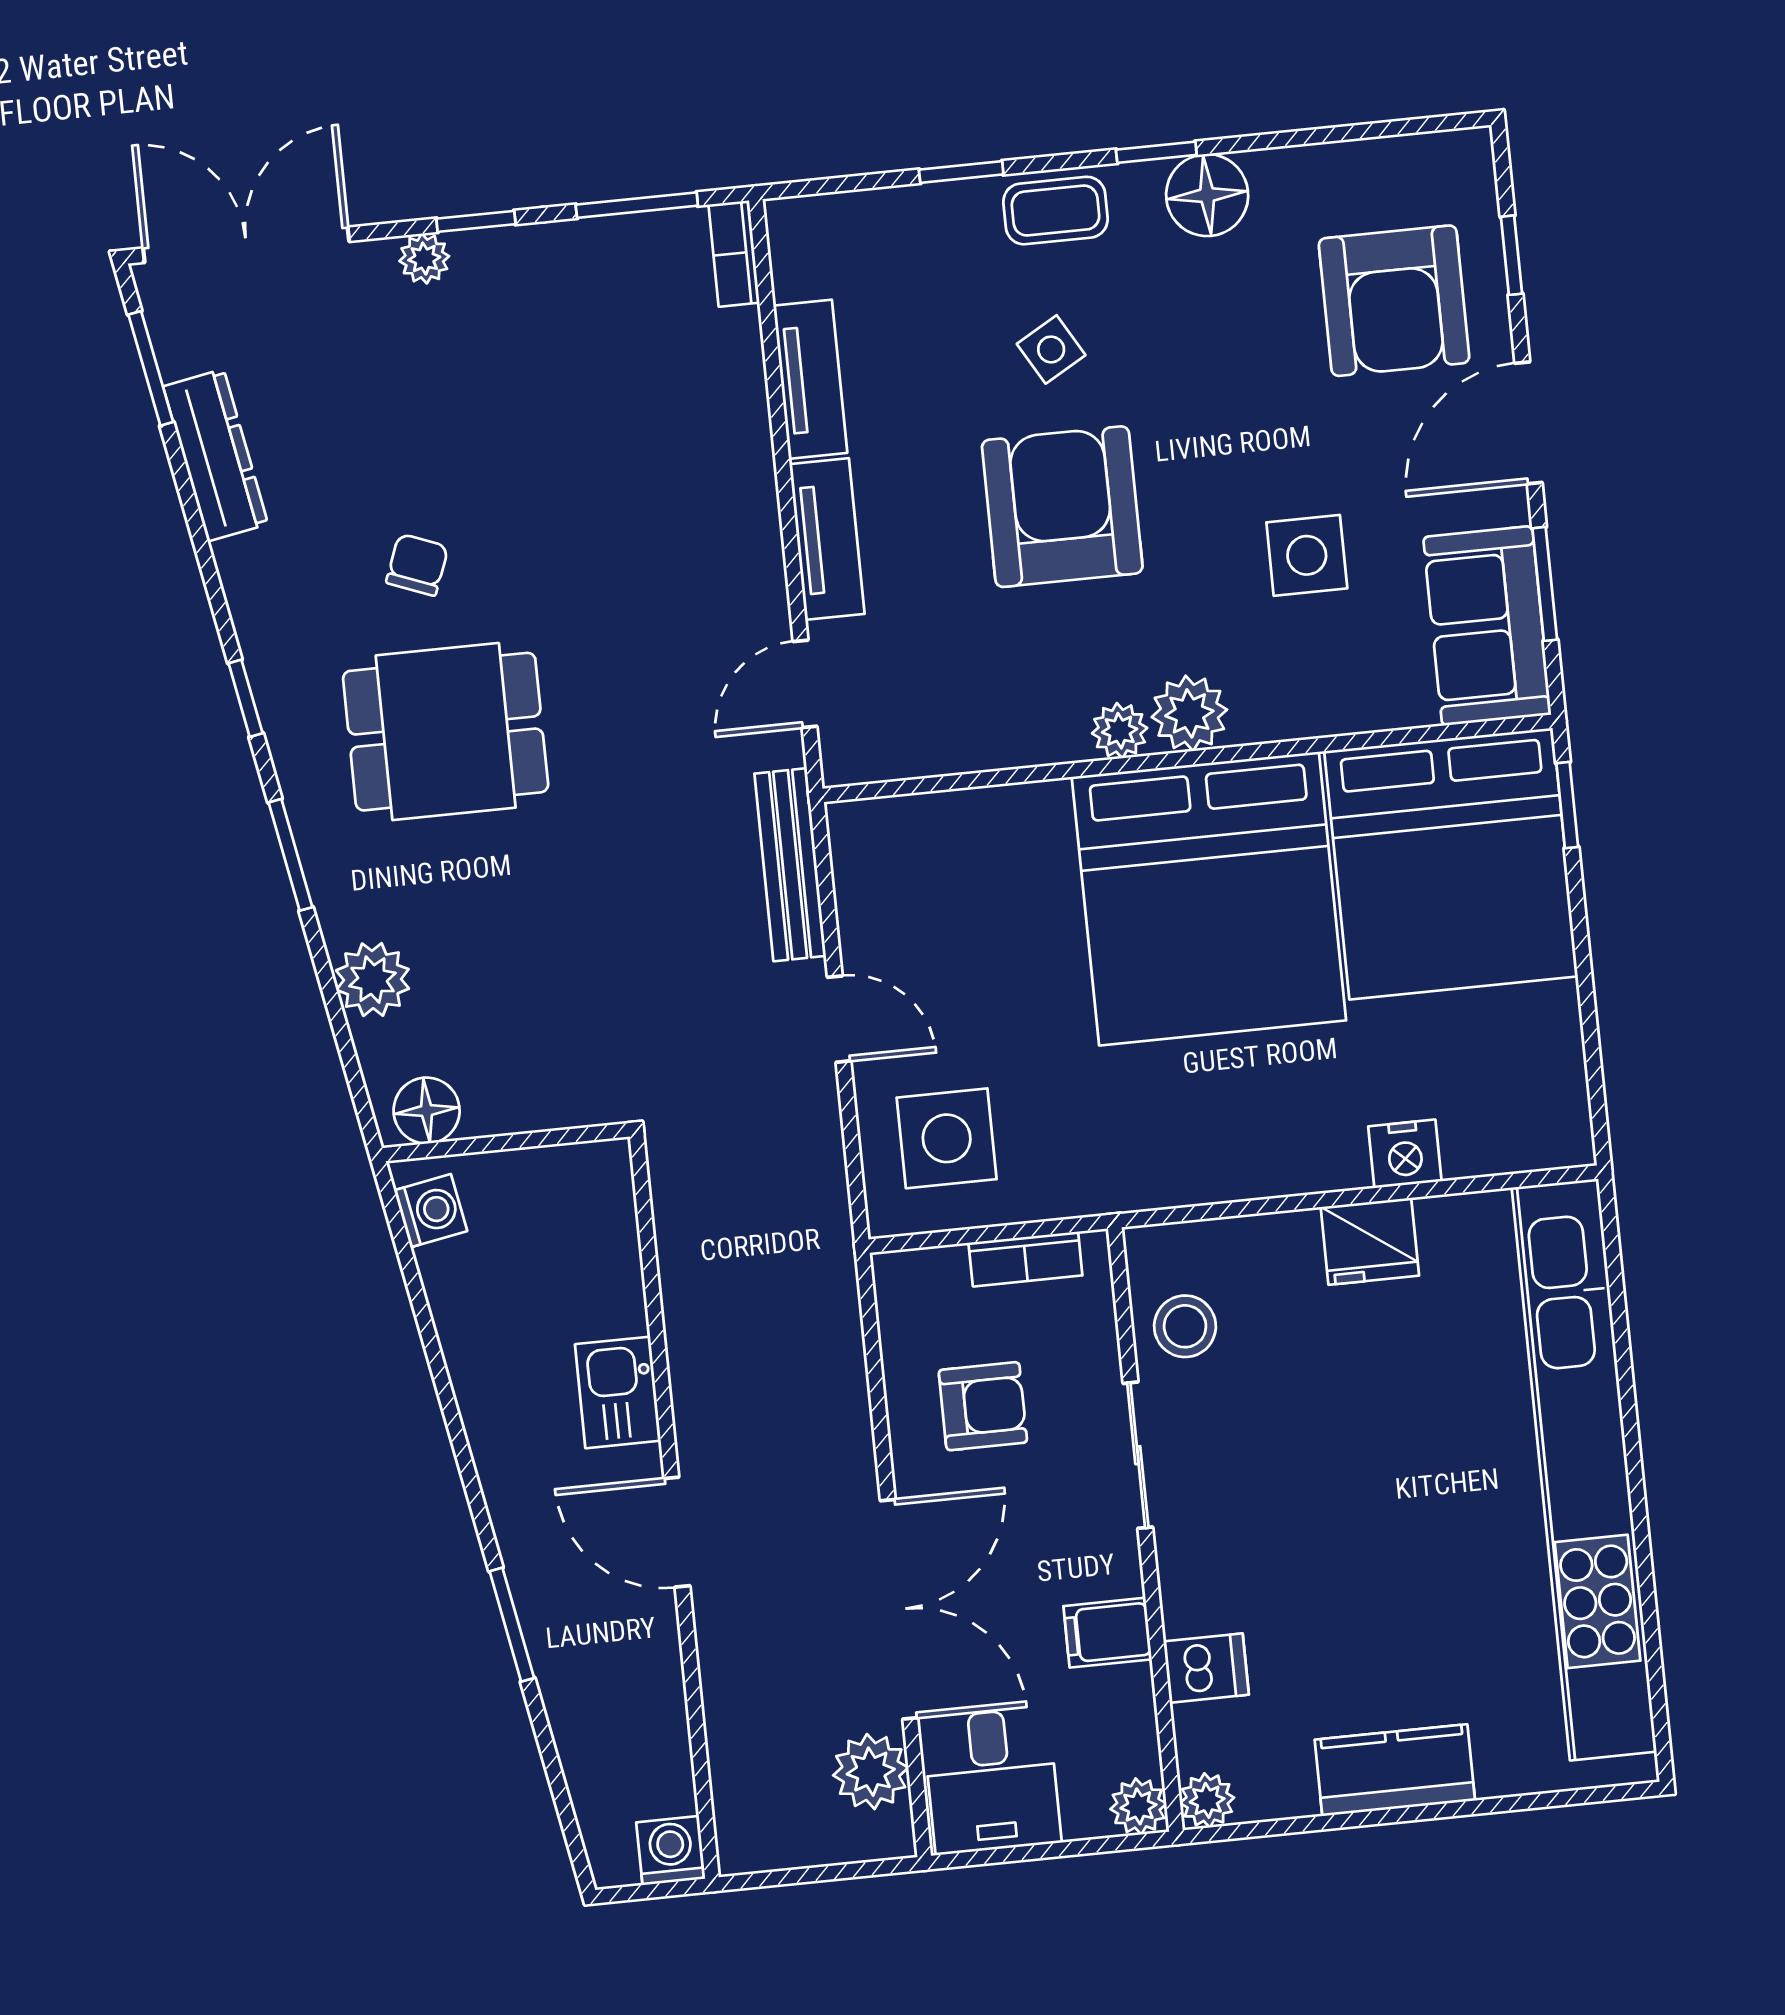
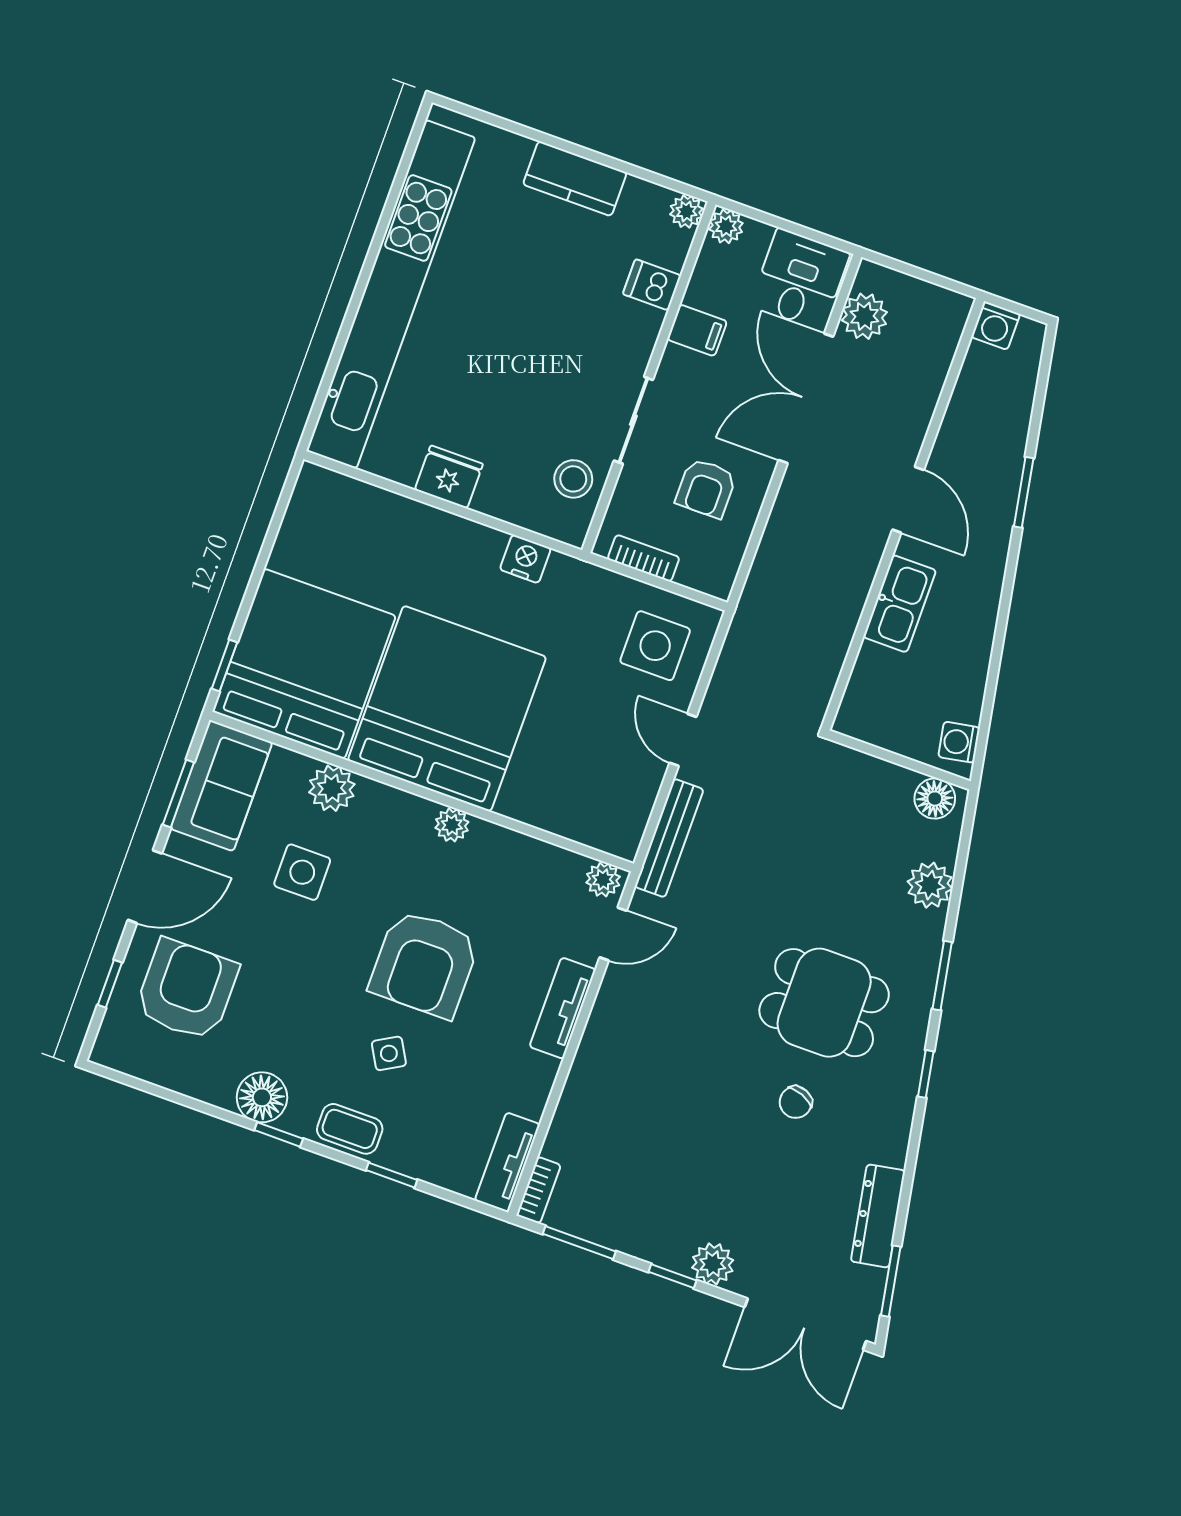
plant: (424, 259) -> (713, 1264), width x1.38, depth x1.38
tv unit: (810, 379) -> (507, 1162), moved
plant: (1189, 713) -> (332, 788), moved
plant: (858, 757) -> (603, 880), added
nightstand: (1405, 1154) -> (525, 559), moved
kitchen sink: (618, 1392) -> (900, 604), width x1.38
armchair: (983, 1406) -> (706, 488), turned -90

